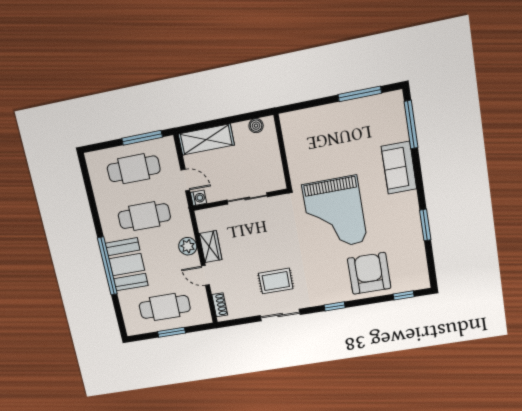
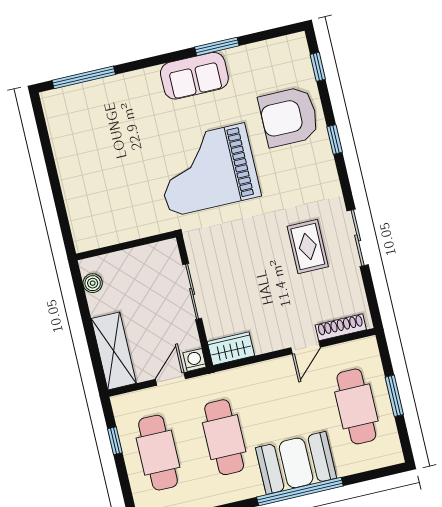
window: (360, 94) -> (47, 147), removed
window: (142, 138) -> (115, 441), width x0.46
sofa: (399, 168) -> (194, 76), moved
grand piano: (335, 213) -> (207, 170), turned 180
plant: (188, 246) -> (264, 374), removed
wardrobe: (211, 247) -> (231, 349), moved
shoe rack: (220, 305) -> (341, 327), width x1.43
window: (335, 306) -> (335, 140), moved

